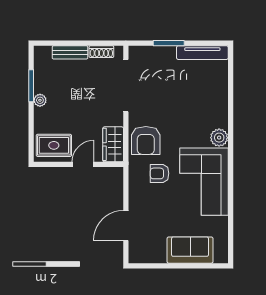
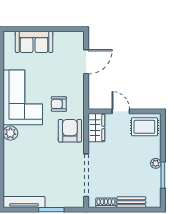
door: (83, 164) -> (121, 111), swing flipped
armchair: (159, 173) -> (59, 104), turned 180

